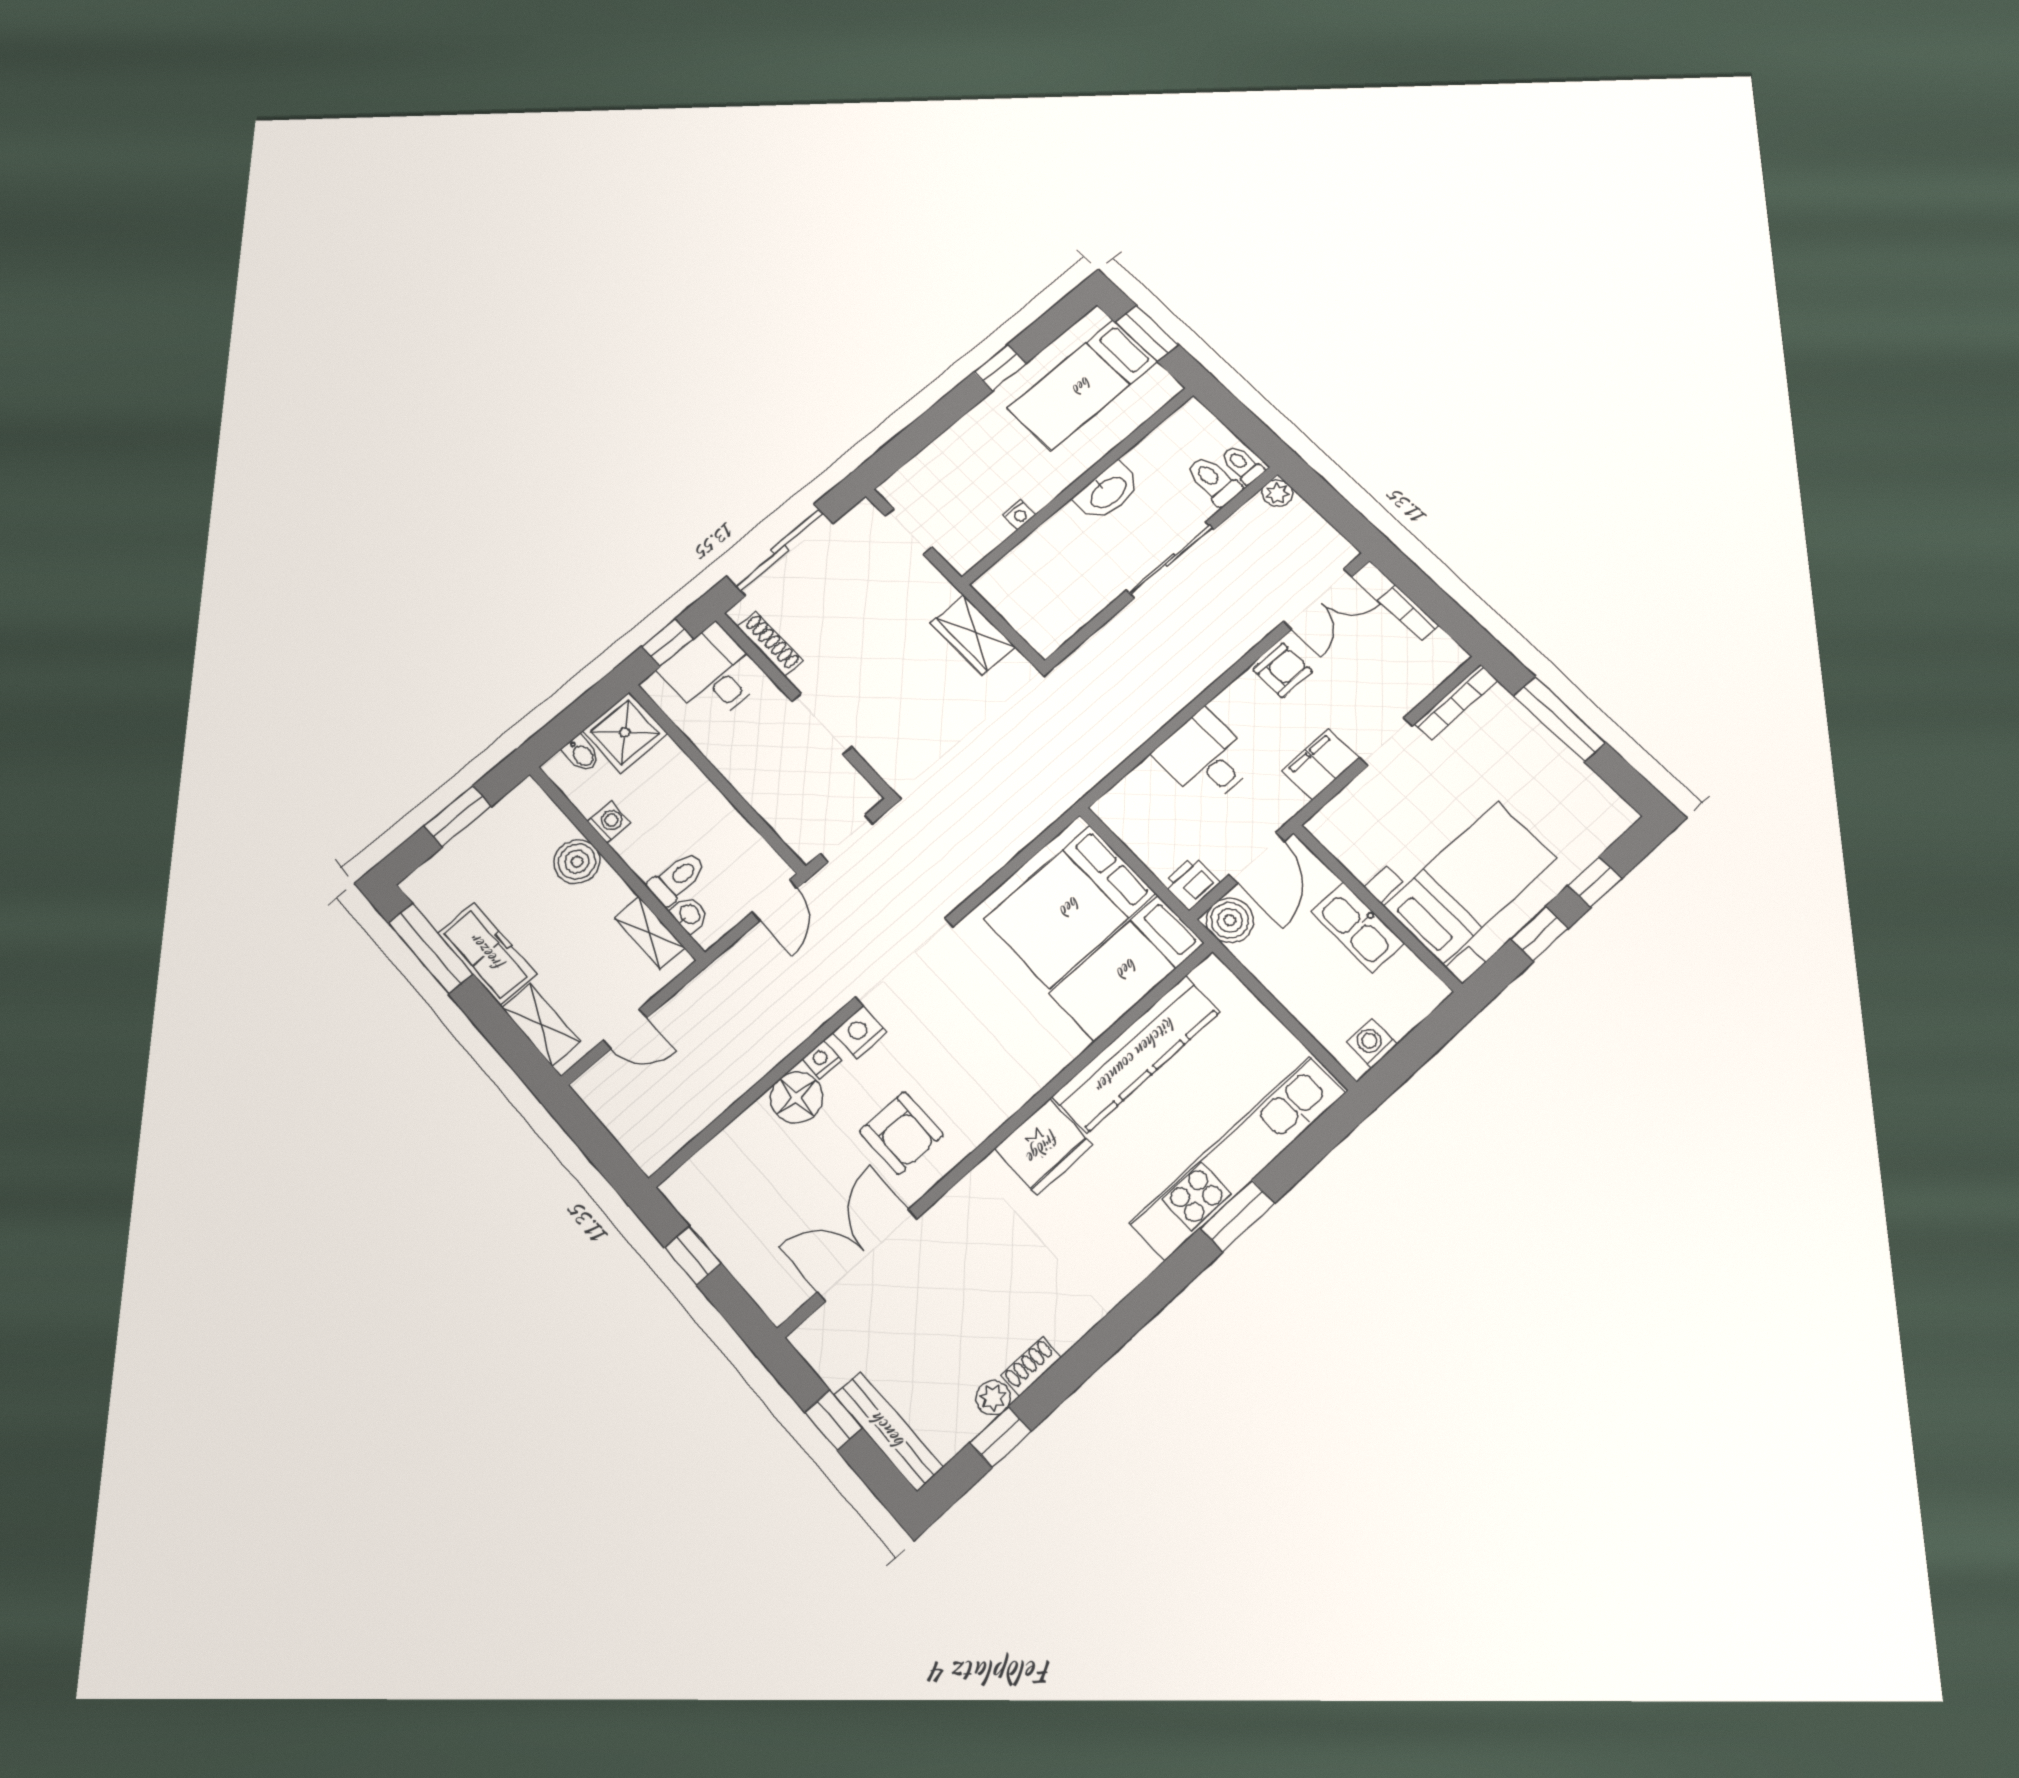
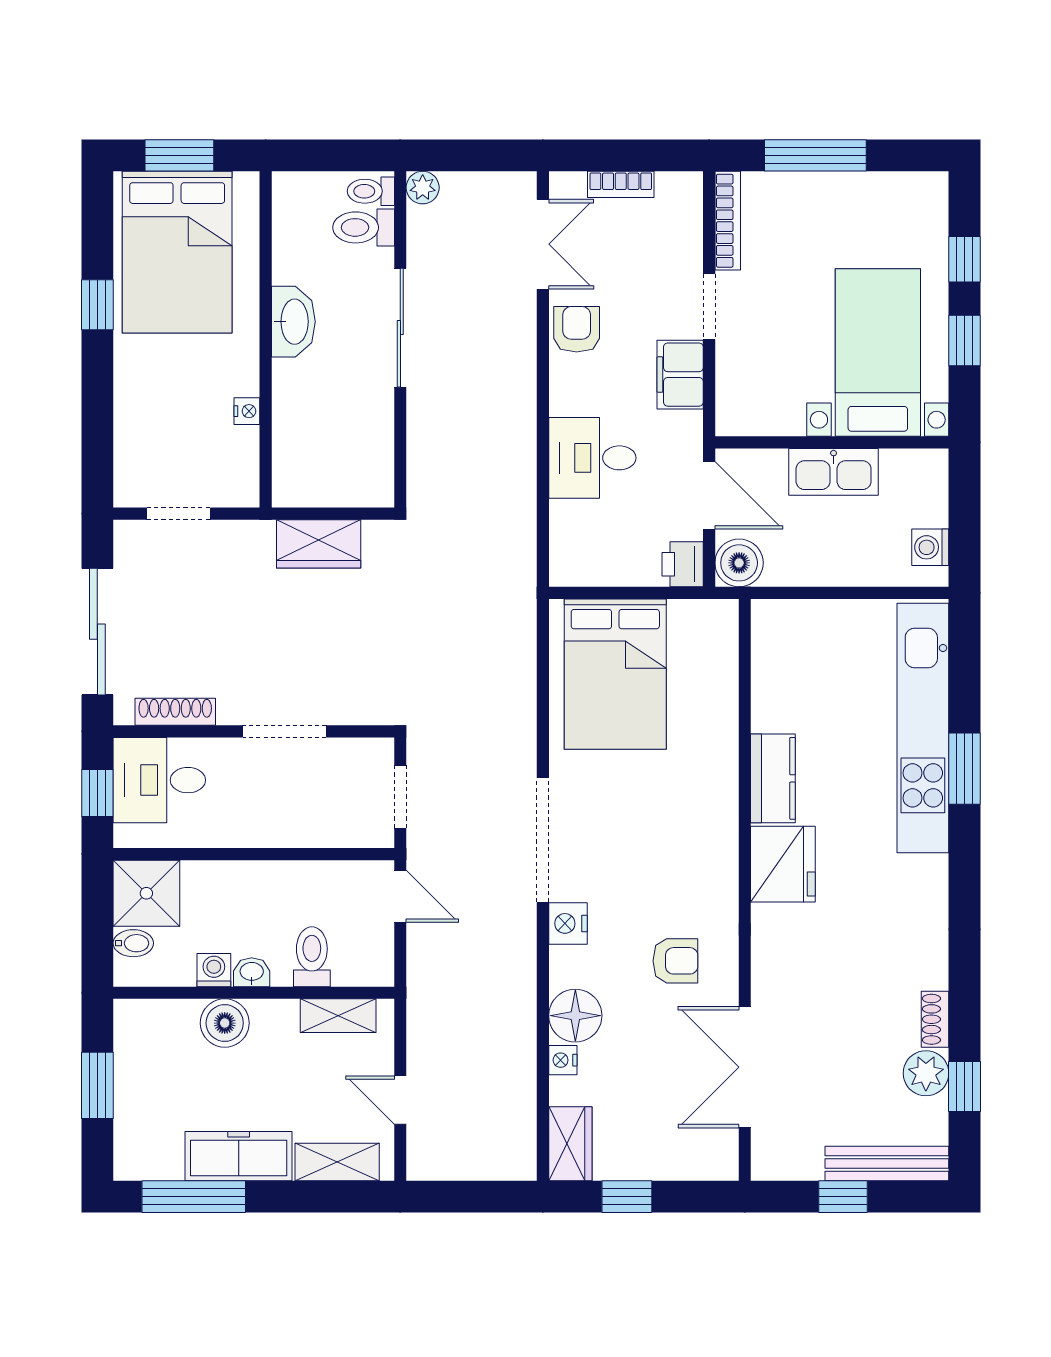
bed: (1082, 385) -> (177, 252), width x1.50
washbasin: (690, 915) -> (252, 972), moved
bed: (1127, 968) -> (704, 676), removed
door: (625, 1029) -> (400, 1100), swing flipped
kitchen counter: (1136, 1054) -> (773, 778), width x0.48, depth x0.86
nightstand: (822, 1059) -> (563, 1060), moved
armchair: (901, 1133) -> (675, 961), width x0.72, depth x0.72
wardrobe: (697, 1178) -> (570, 1144), added
plant: (993, 1398) -> (926, 1073), width x1.38, depth x1.38

